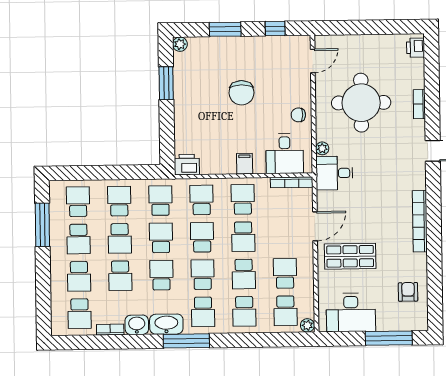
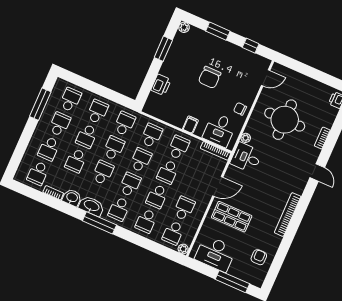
printer: (187, 165) -> (161, 85), moved, turned 90
school desk: (79, 239) -> (60, 124), turned 180

